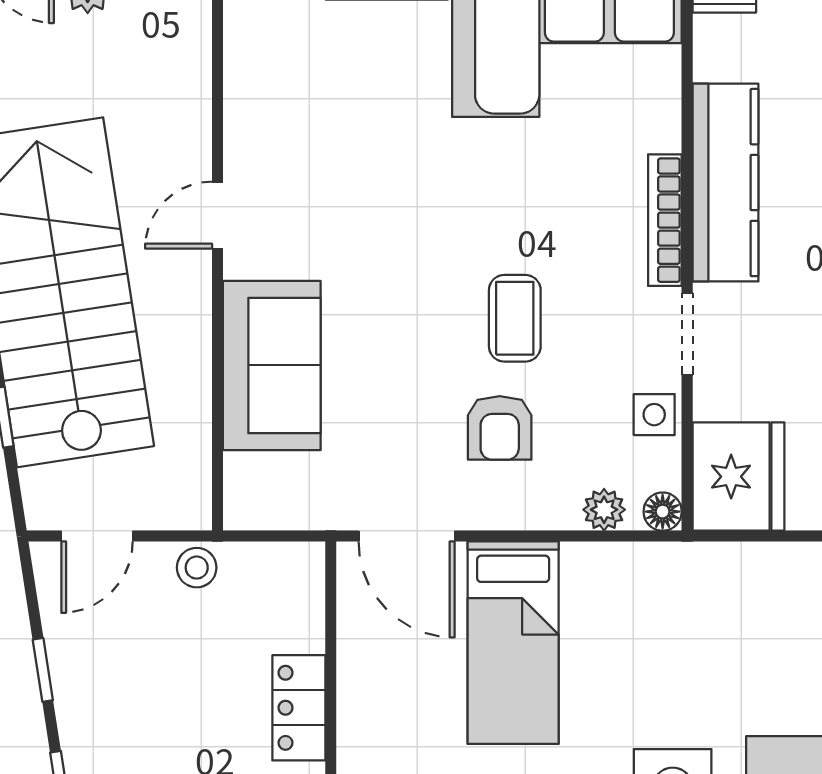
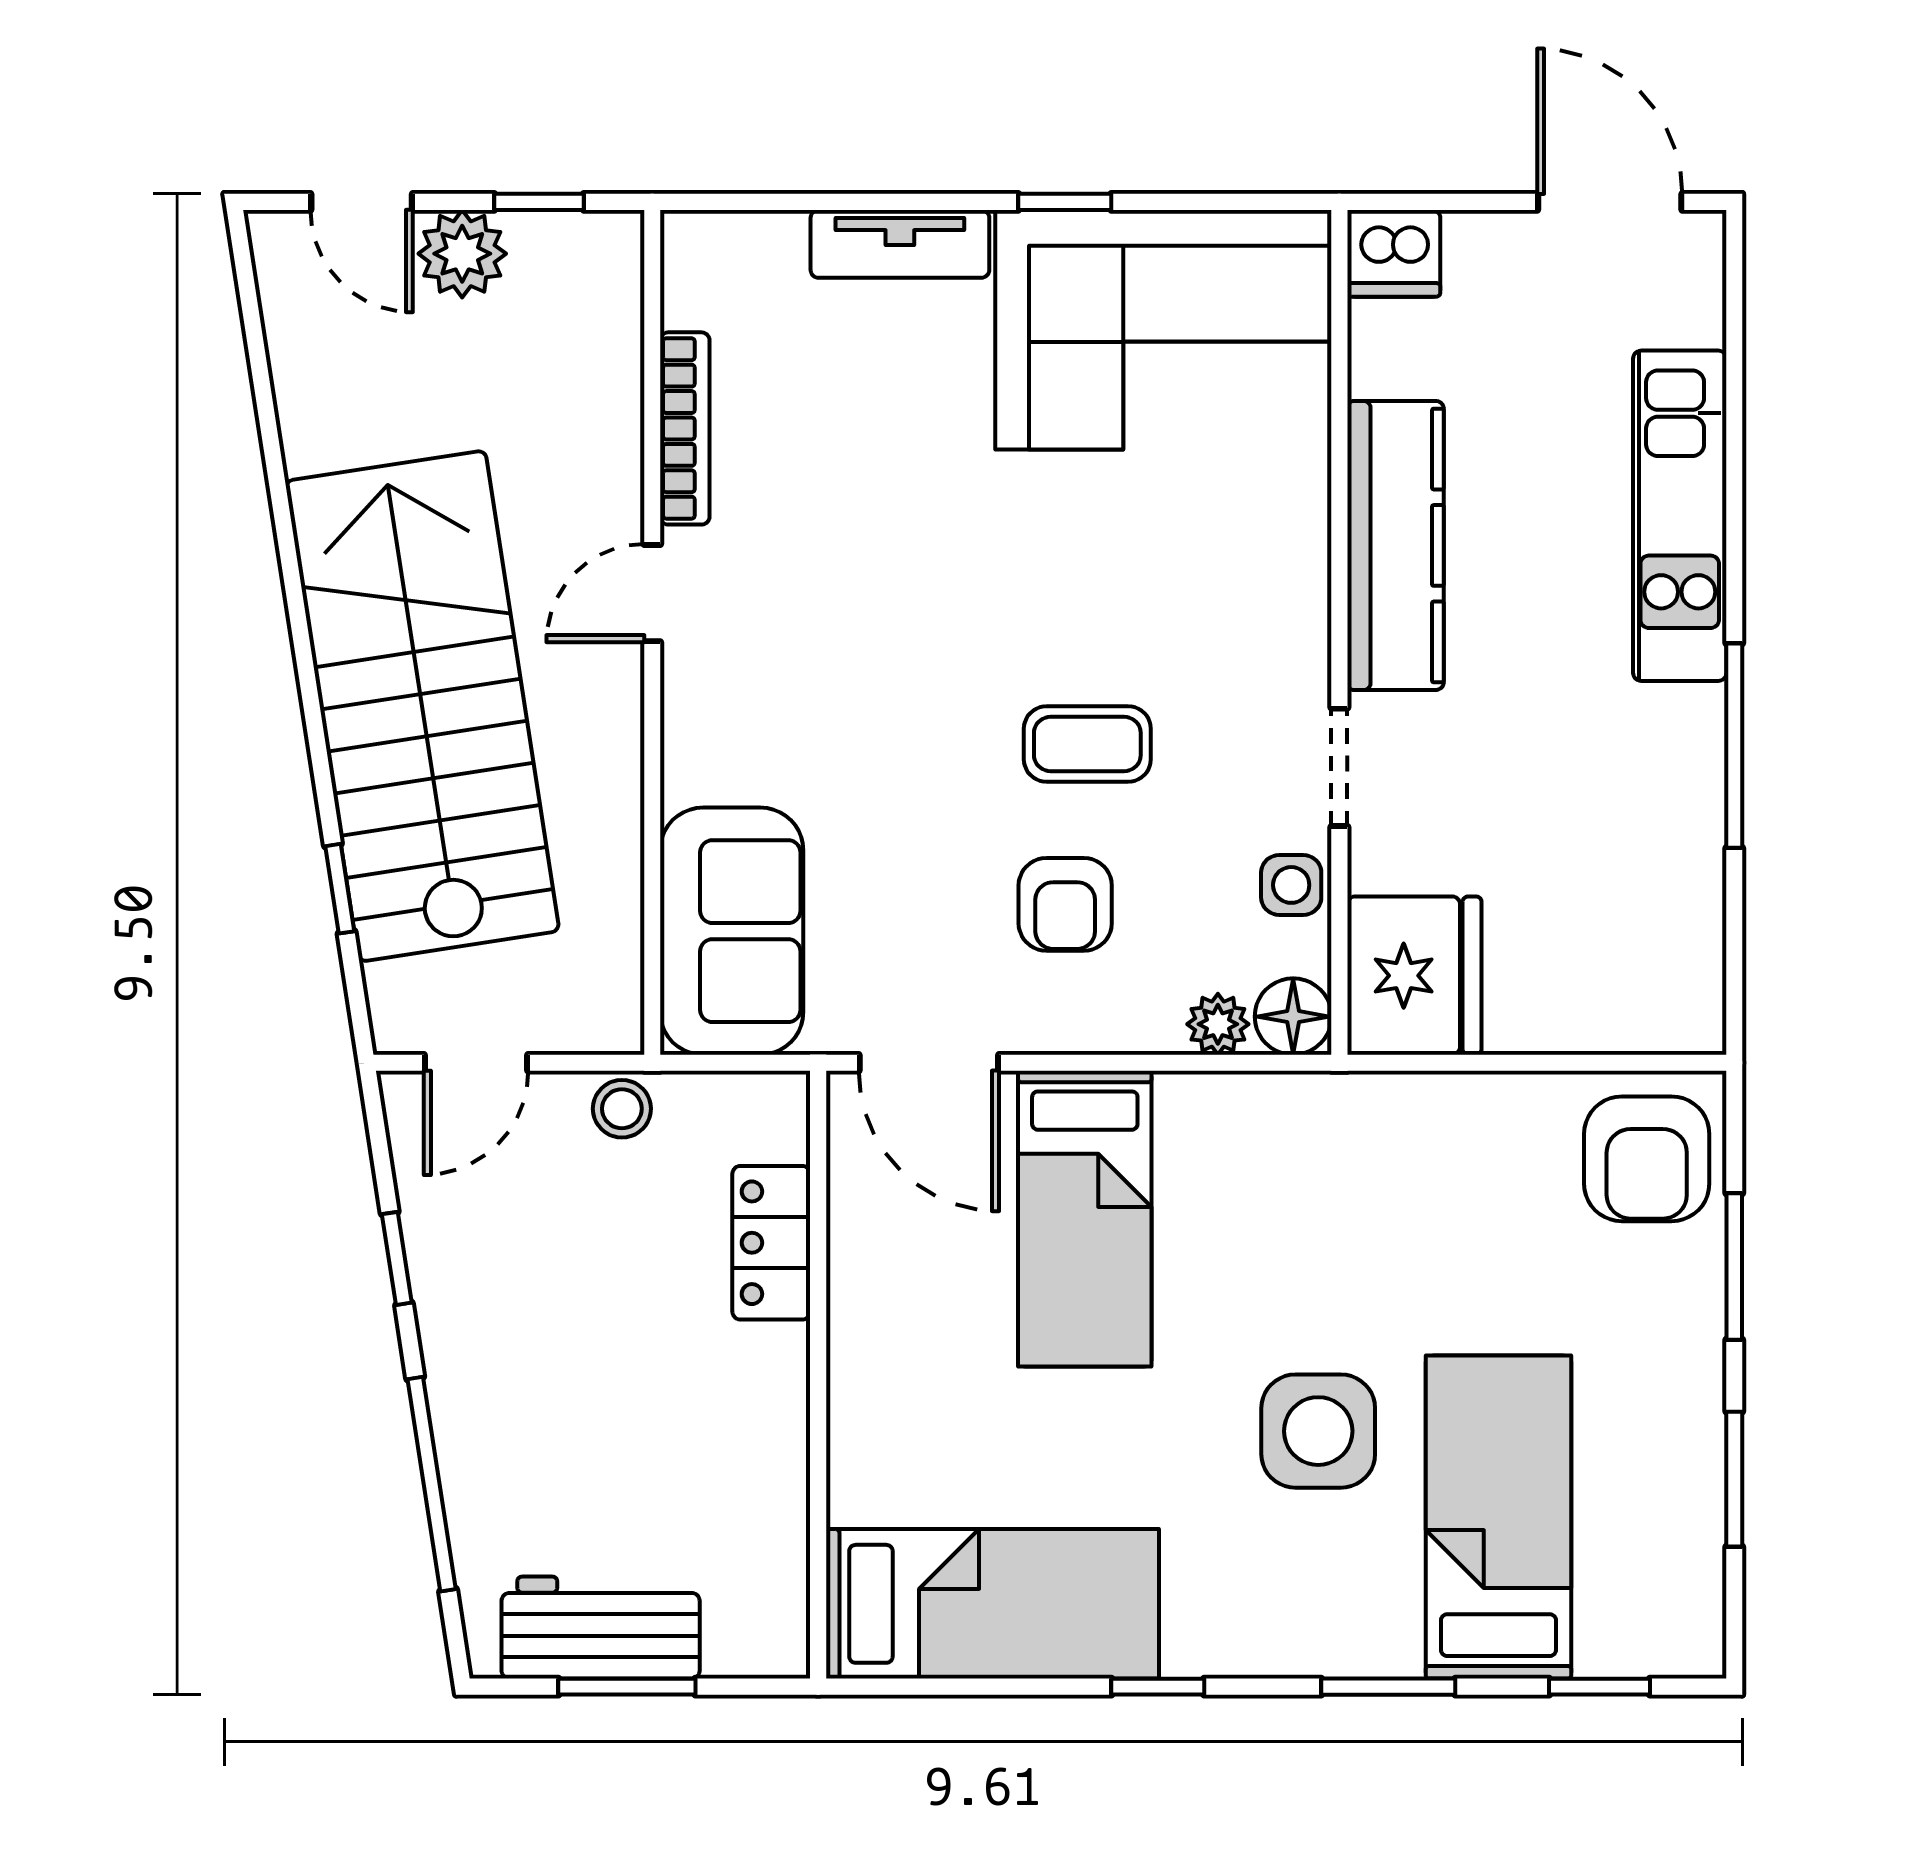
bookcase: (665, 220) -> (685, 428), moved, turned 180
coffee table: (515, 318) -> (1087, 744), turned 90
sofa: (272, 365) -> (732, 931), moved
floor lamp: (663, 512) -> (1293, 1017), width x1.37, depth x1.37
locker: (299, 708) -> (771, 1243), moved

